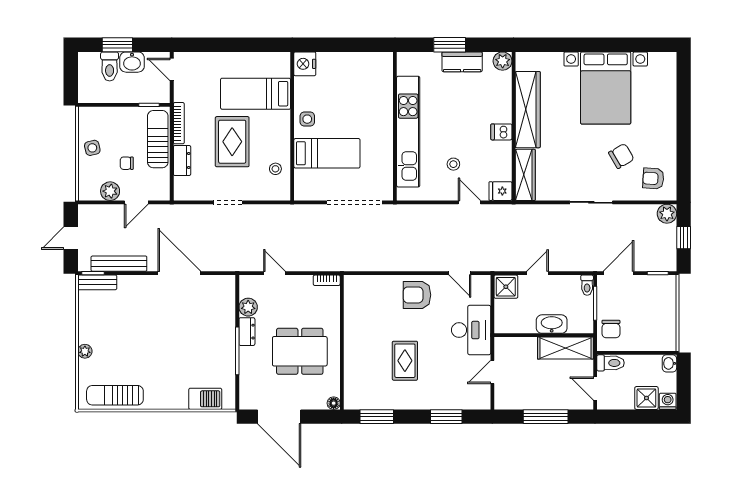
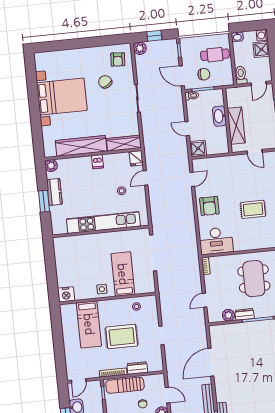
cafe table: (646, 327) -> (215, 55), added
chair: (611, 329) -> (204, 74), moved
desk: (471, 330) -> (216, 241), moved, turned 180
shelving: (565, 348) -> (236, 126), moved

